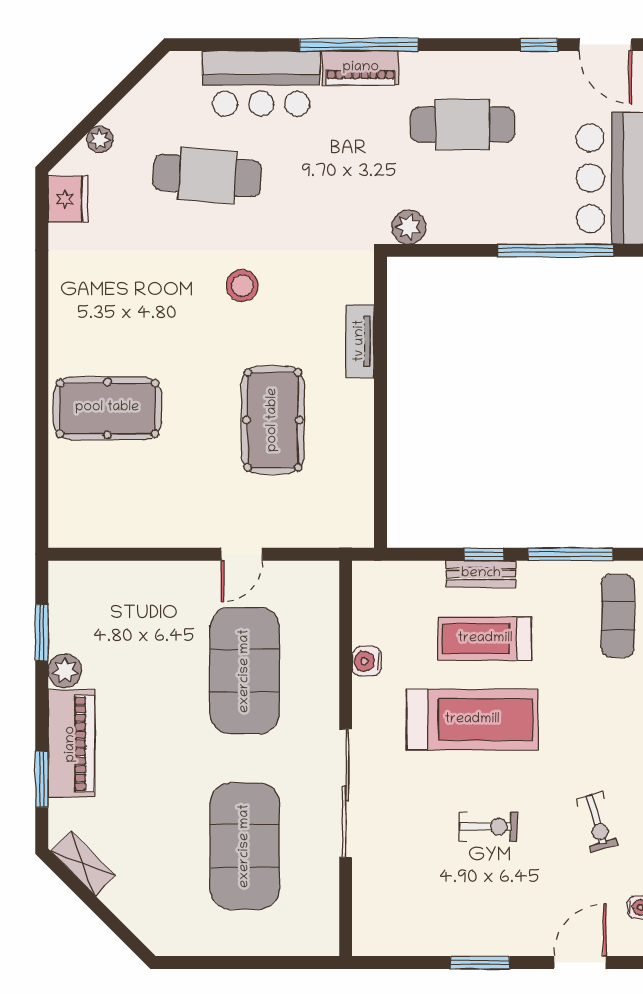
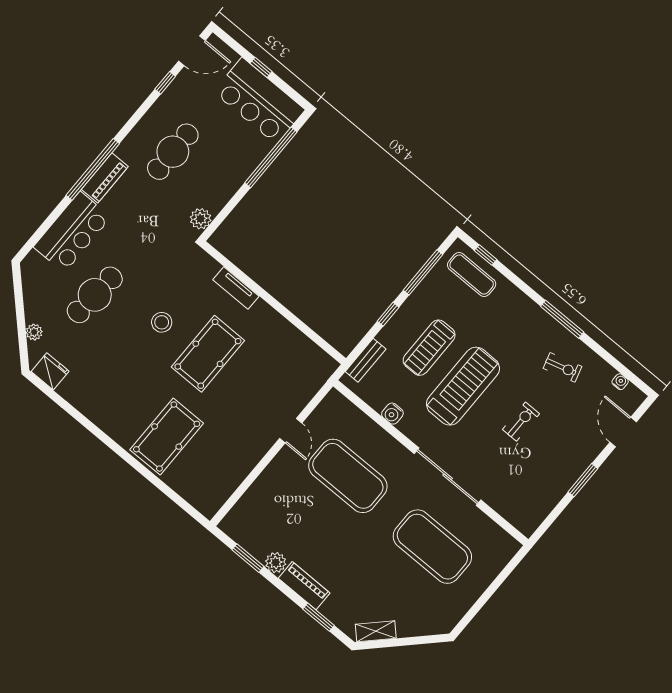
pool table: (273, 420) -> (208, 354), moved, turned 90
bench: (481, 574) -> (366, 360), moved
piano: (71, 744) -> (304, 586), width x0.73, depth x0.75

